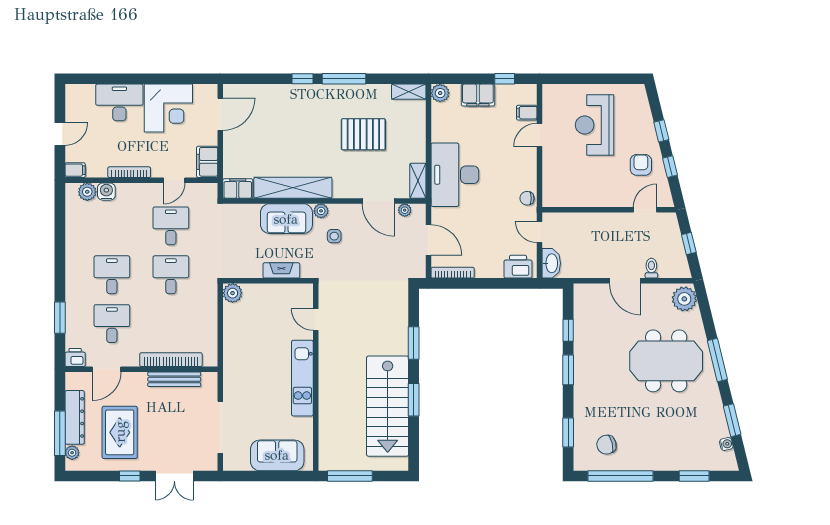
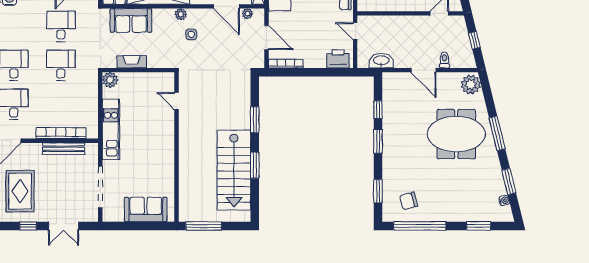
sofa: (286, 219) -> (131, 20), moved
washbasin: (551, 263) -> (381, 61), moved, turned -90
fireplace: (281, 270) -> (132, 62), moved
kitchen unit: (302, 378) -> (111, 129), moved, turned 180

